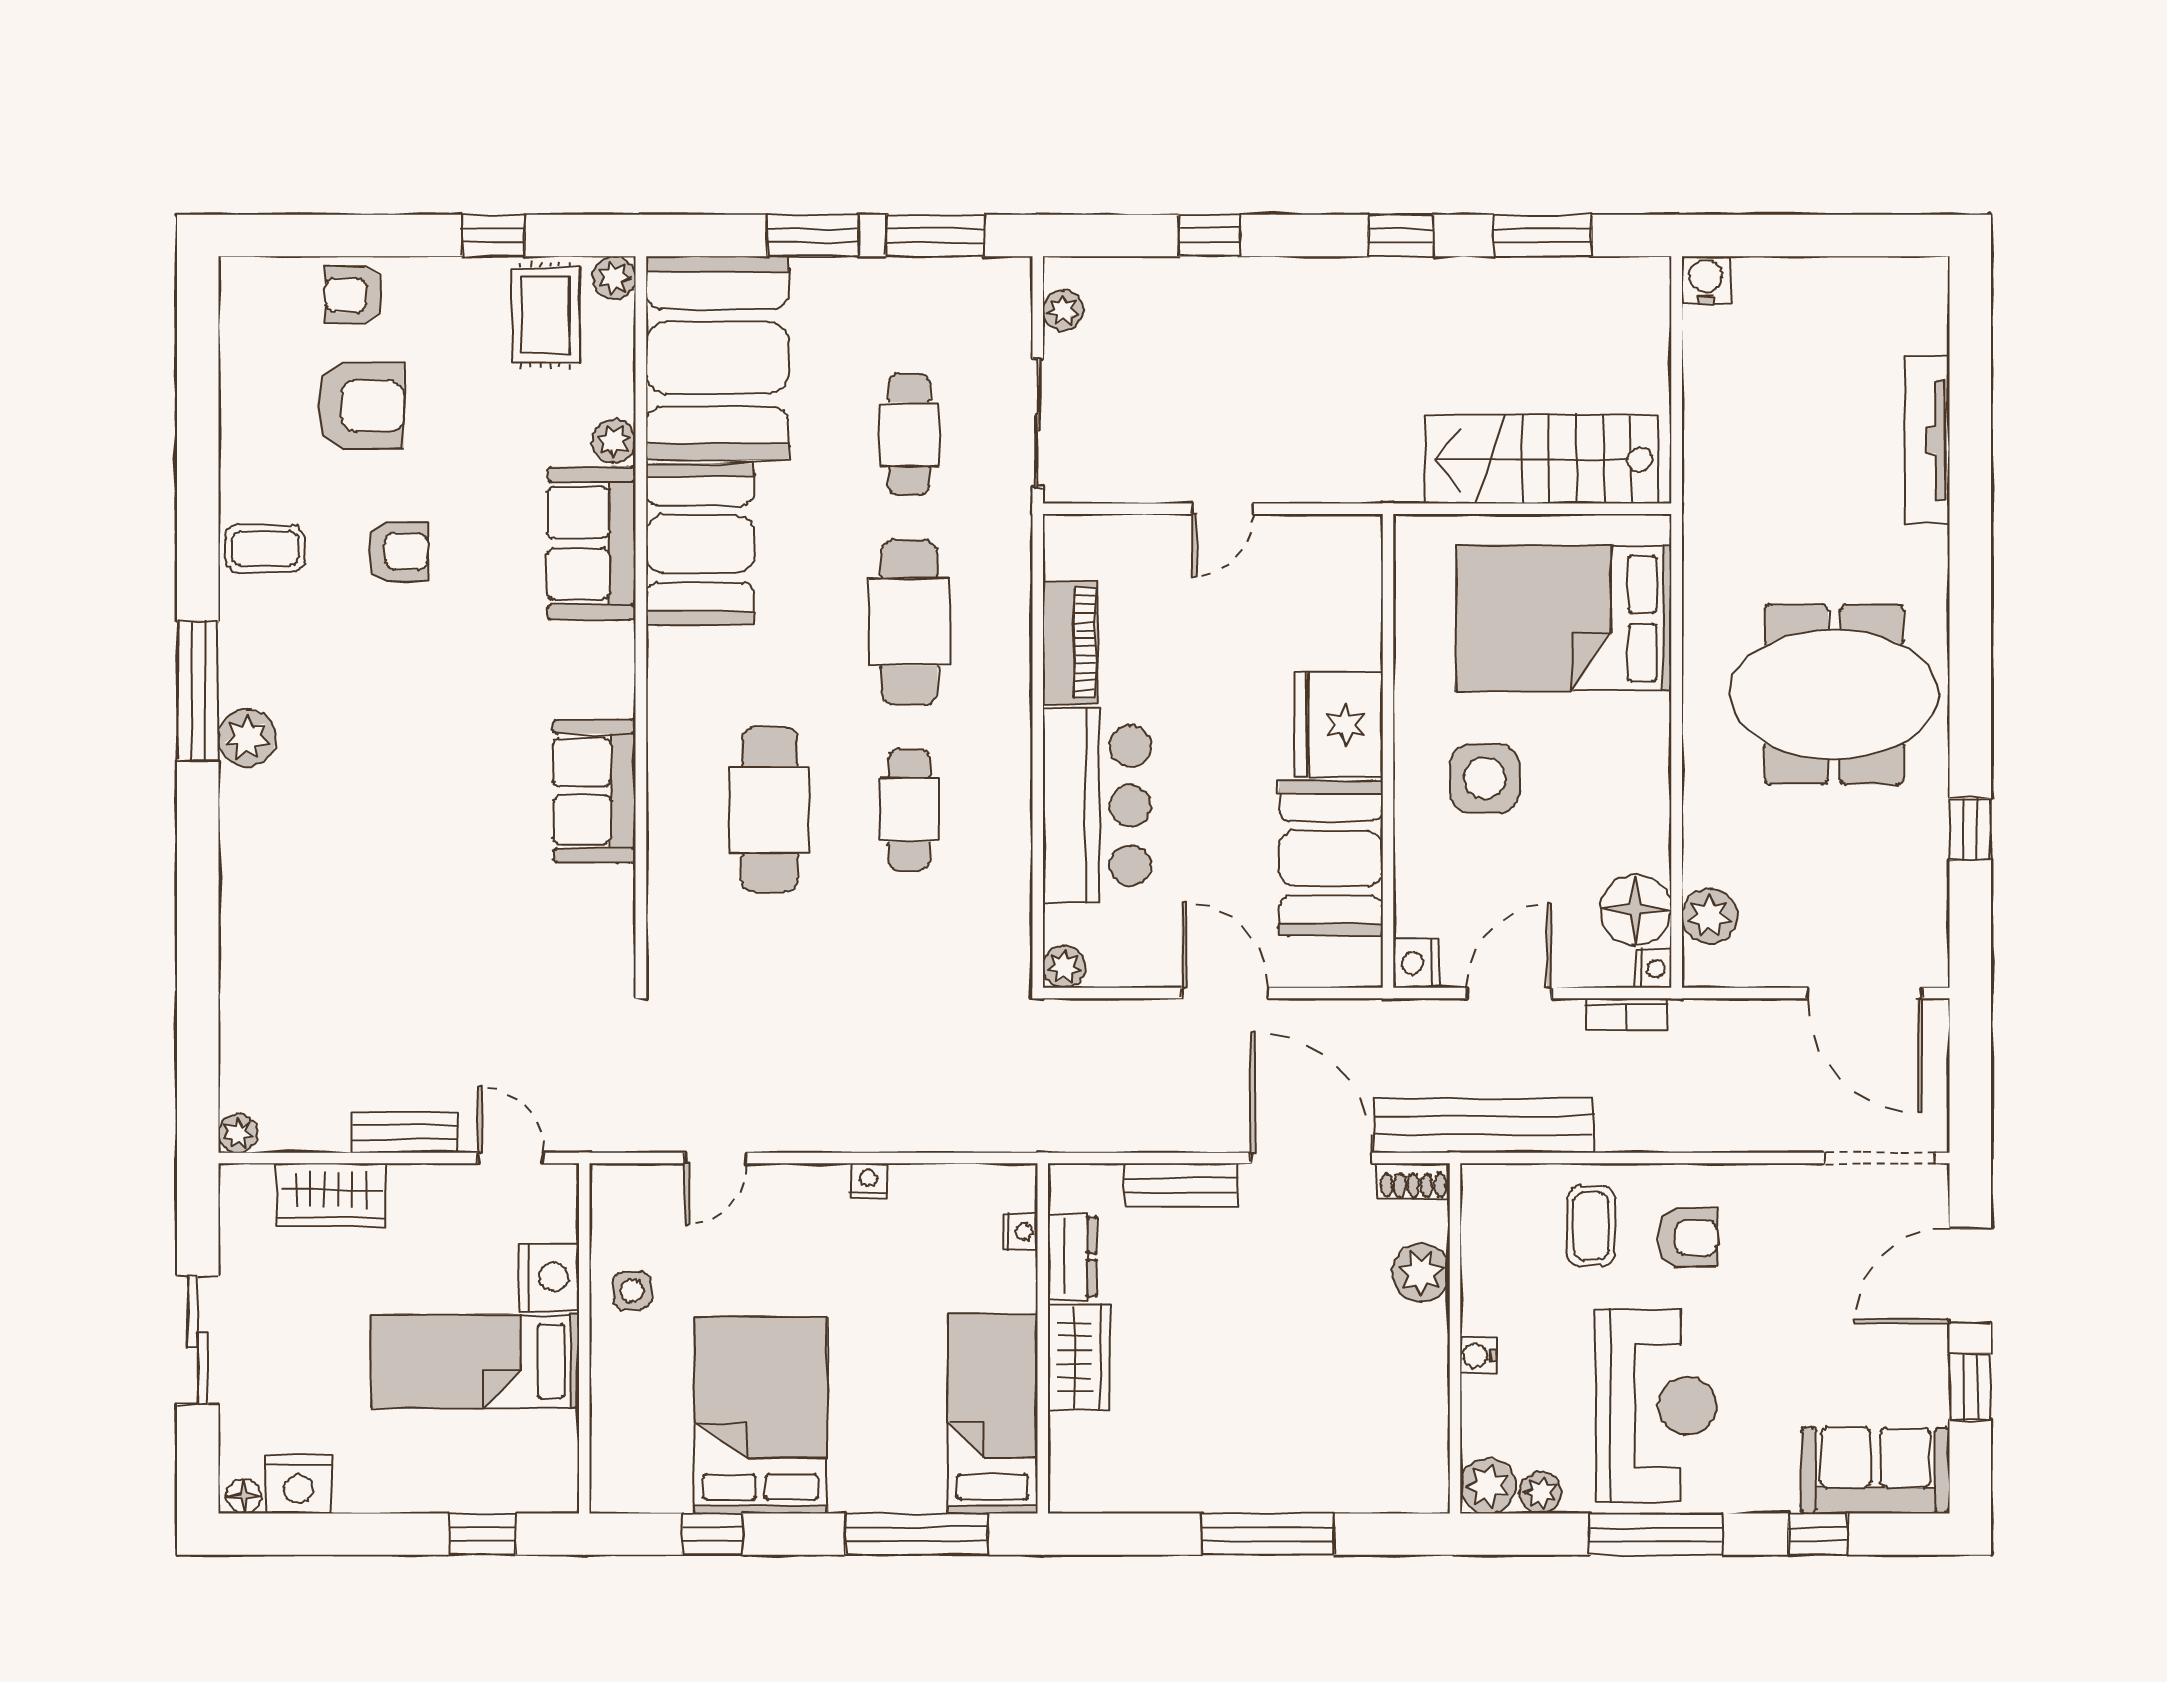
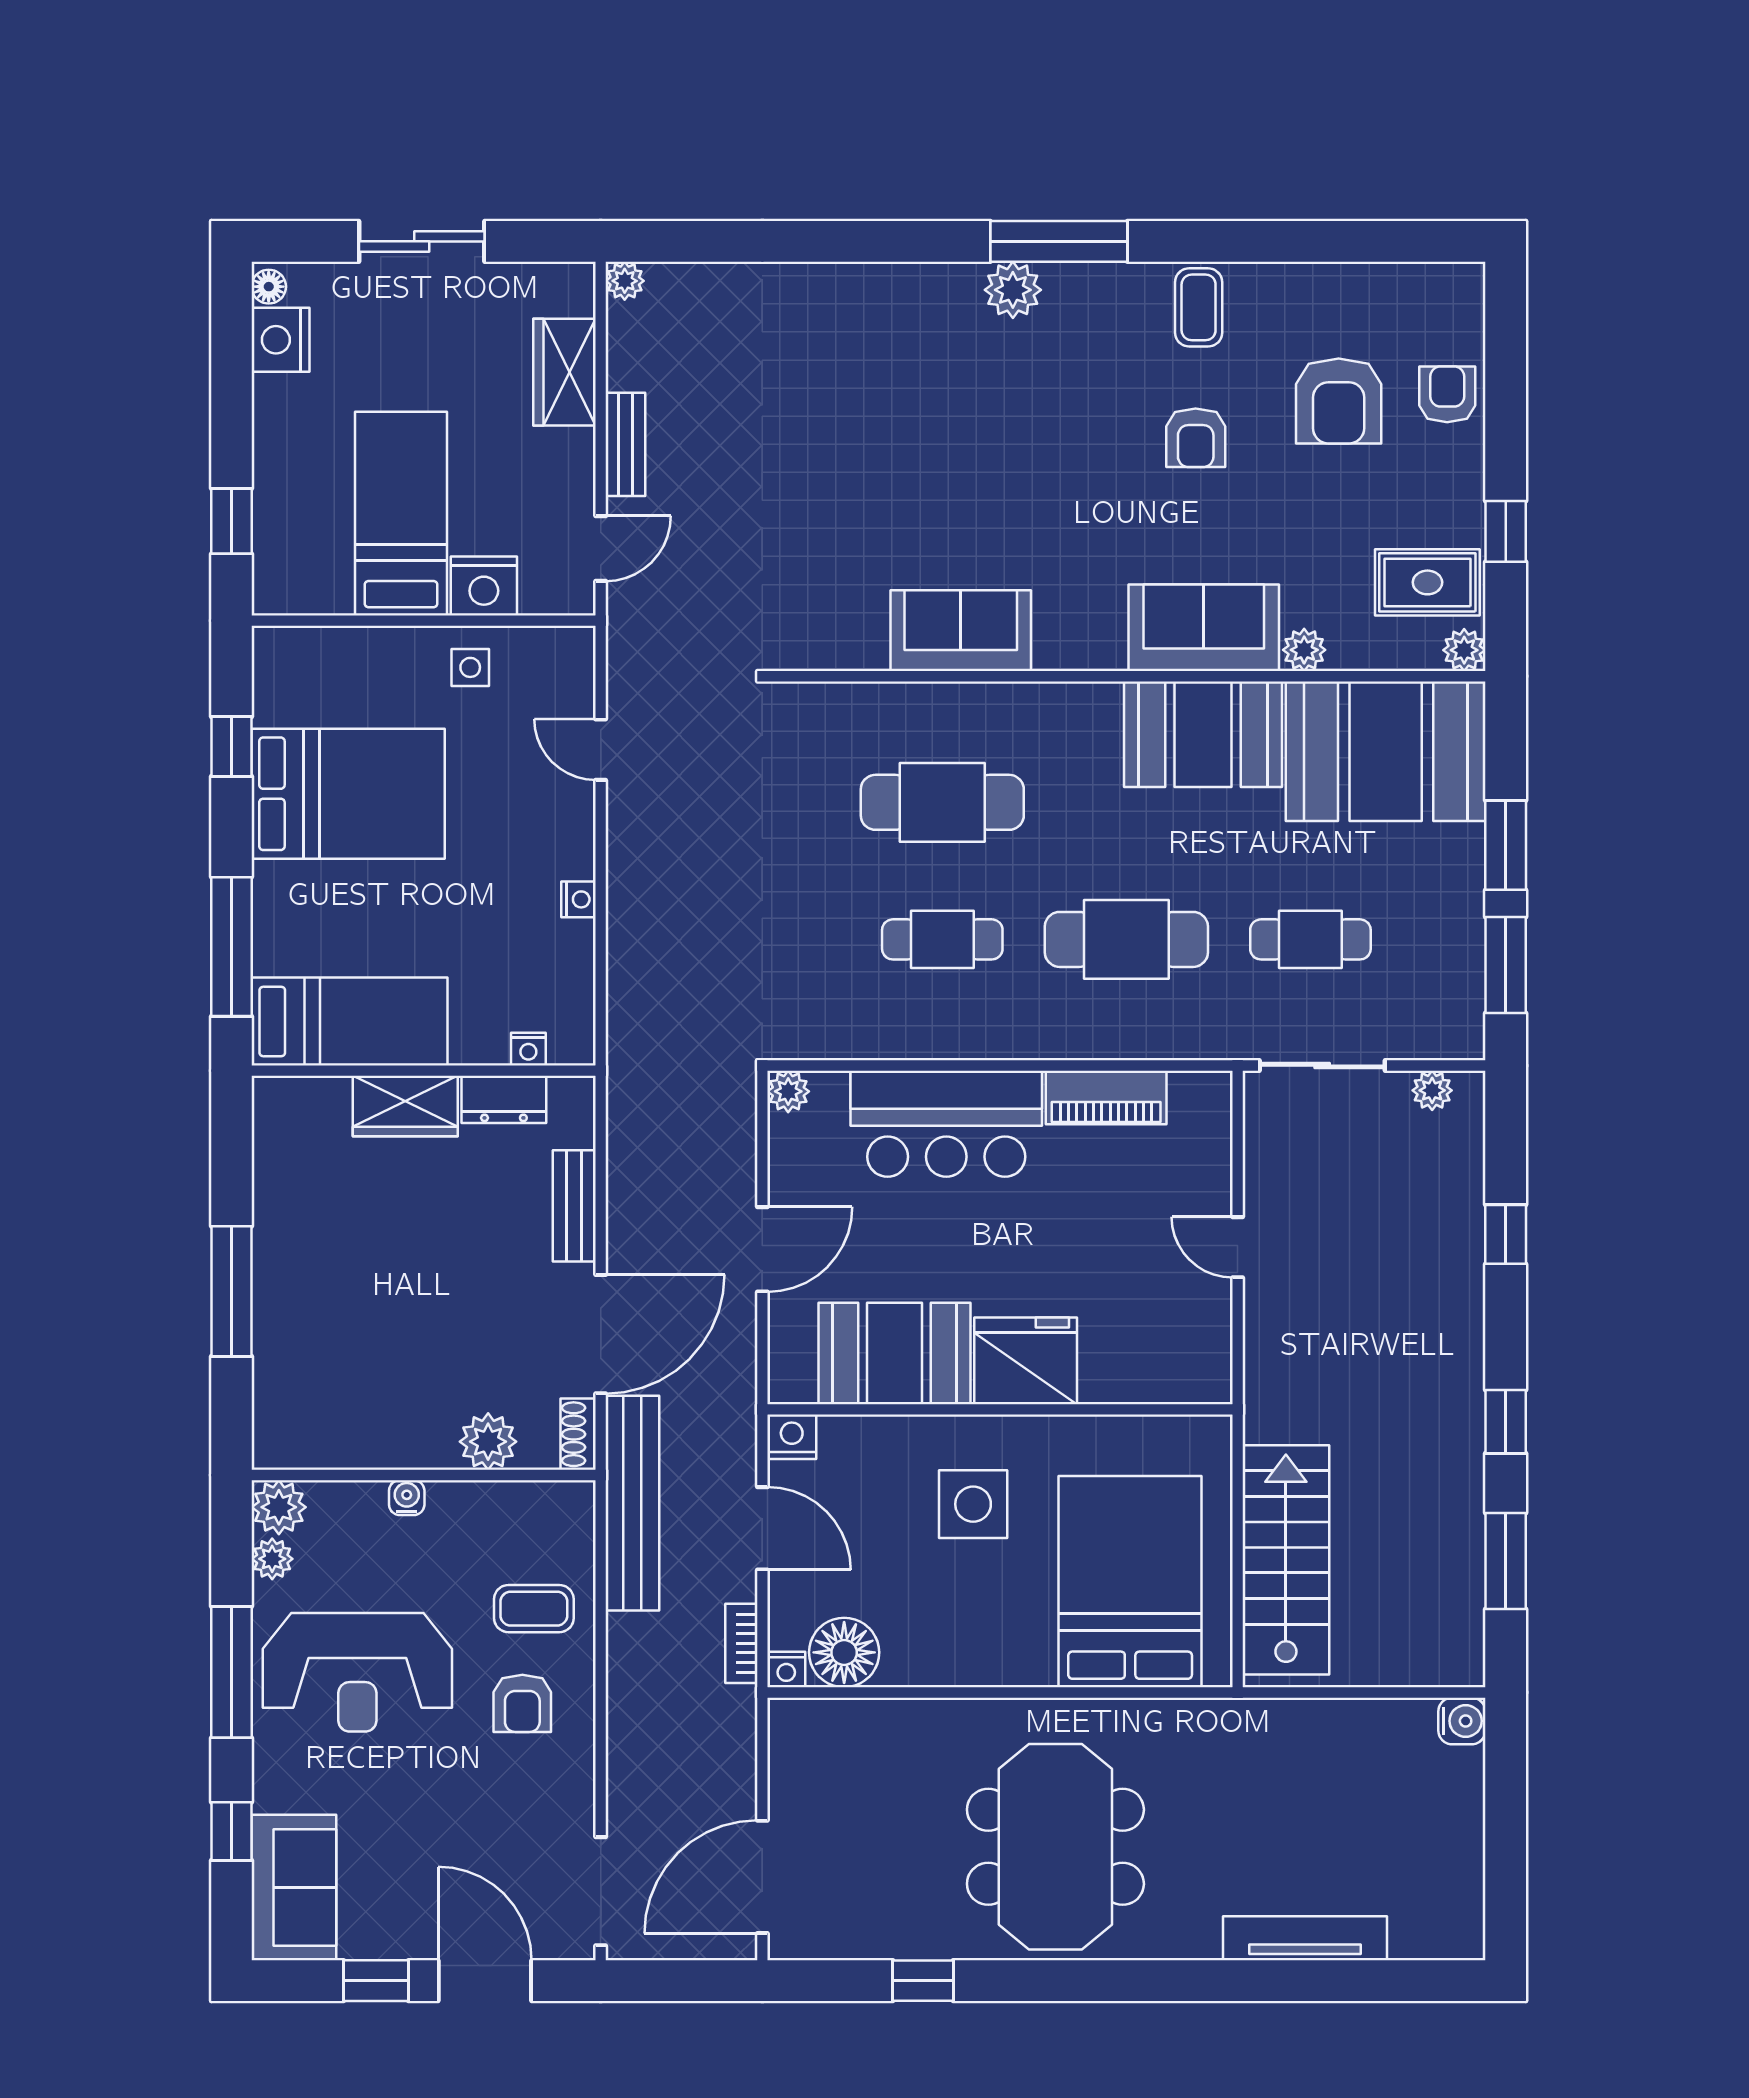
plant: (1709, 916) -> (838, 1725), removed

